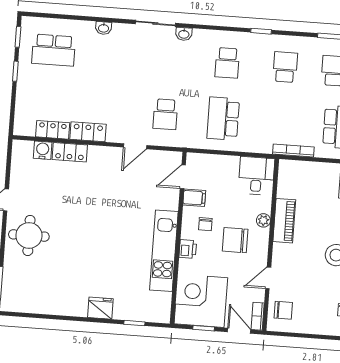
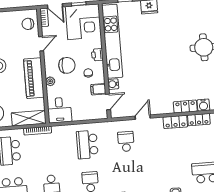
school desk: (223, 119) -> (87, 145), turned 180
shelving: (304, 171) -> (29, 118), added
water cooler: (171, 202) -> (113, 84), added
piano: (284, 221) -> (34, 78), width x1.37, depth x1.33
kitchen unit: (164, 251) -> (112, 41), width x1.36

